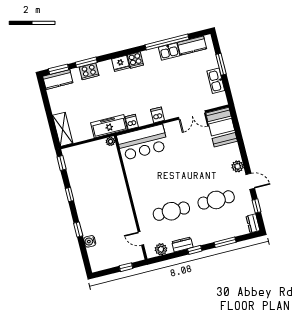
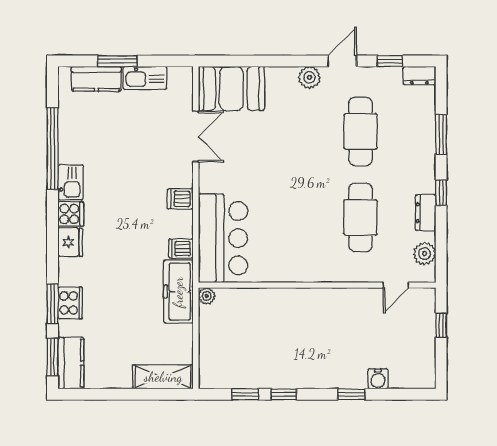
kitchen counter: (192, 46) -> (96, 79), moved, turned 90
kitchen sink: (169, 51) -> (71, 182), moved
window: (62, 163) -> (245, 394), moved

